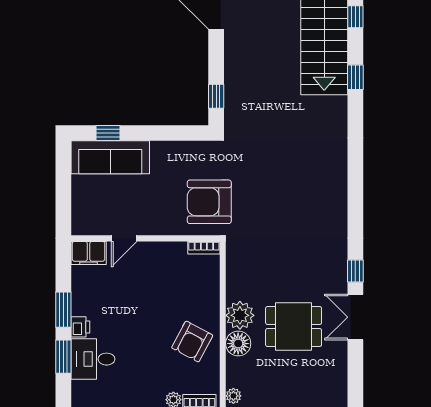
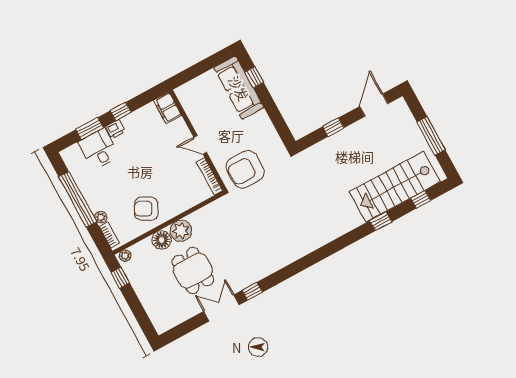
window: (216, 96) -> (333, 127), moved
armchair: (209, 202) -> (245, 169), turned -90
door: (124, 238) -> (200, 145), moved
bookcase: (204, 248) -> (209, 176), width x1.56
window: (63, 310) -> (121, 112), width x0.67

